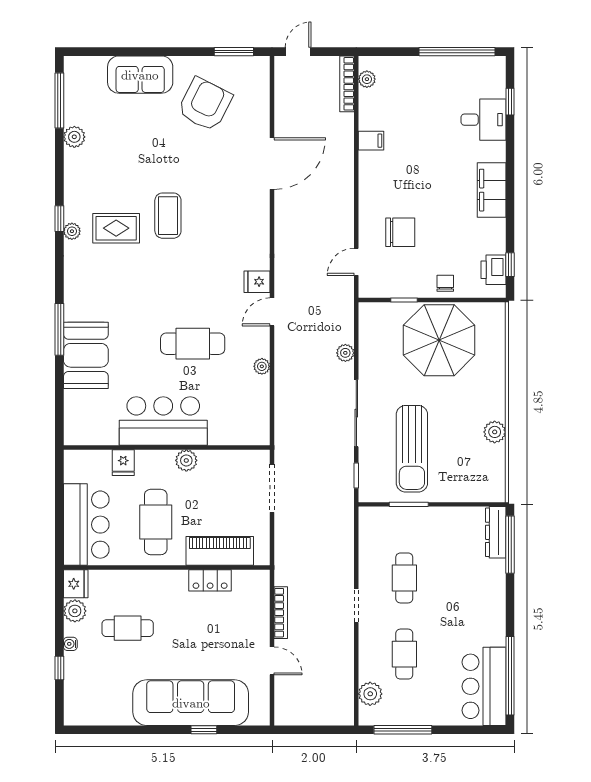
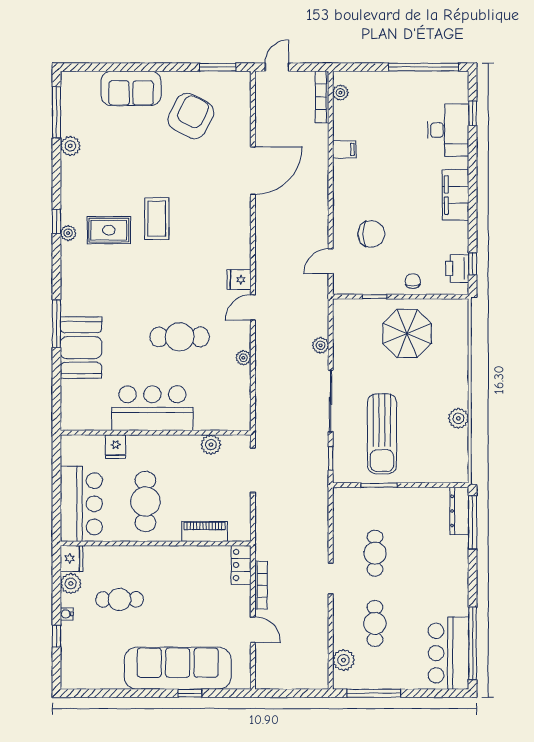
desk: (484, 120) -> (448, 130), width x1.37
parasol: (439, 340) -> (407, 334), width x0.73, depth x0.73
plant: (186, 460) -> (211, 445), moved
piano: (220, 551) -> (205, 531), width x0.73, depth x0.75
locker: (210, 580) -> (241, 565), moved, turned 90

